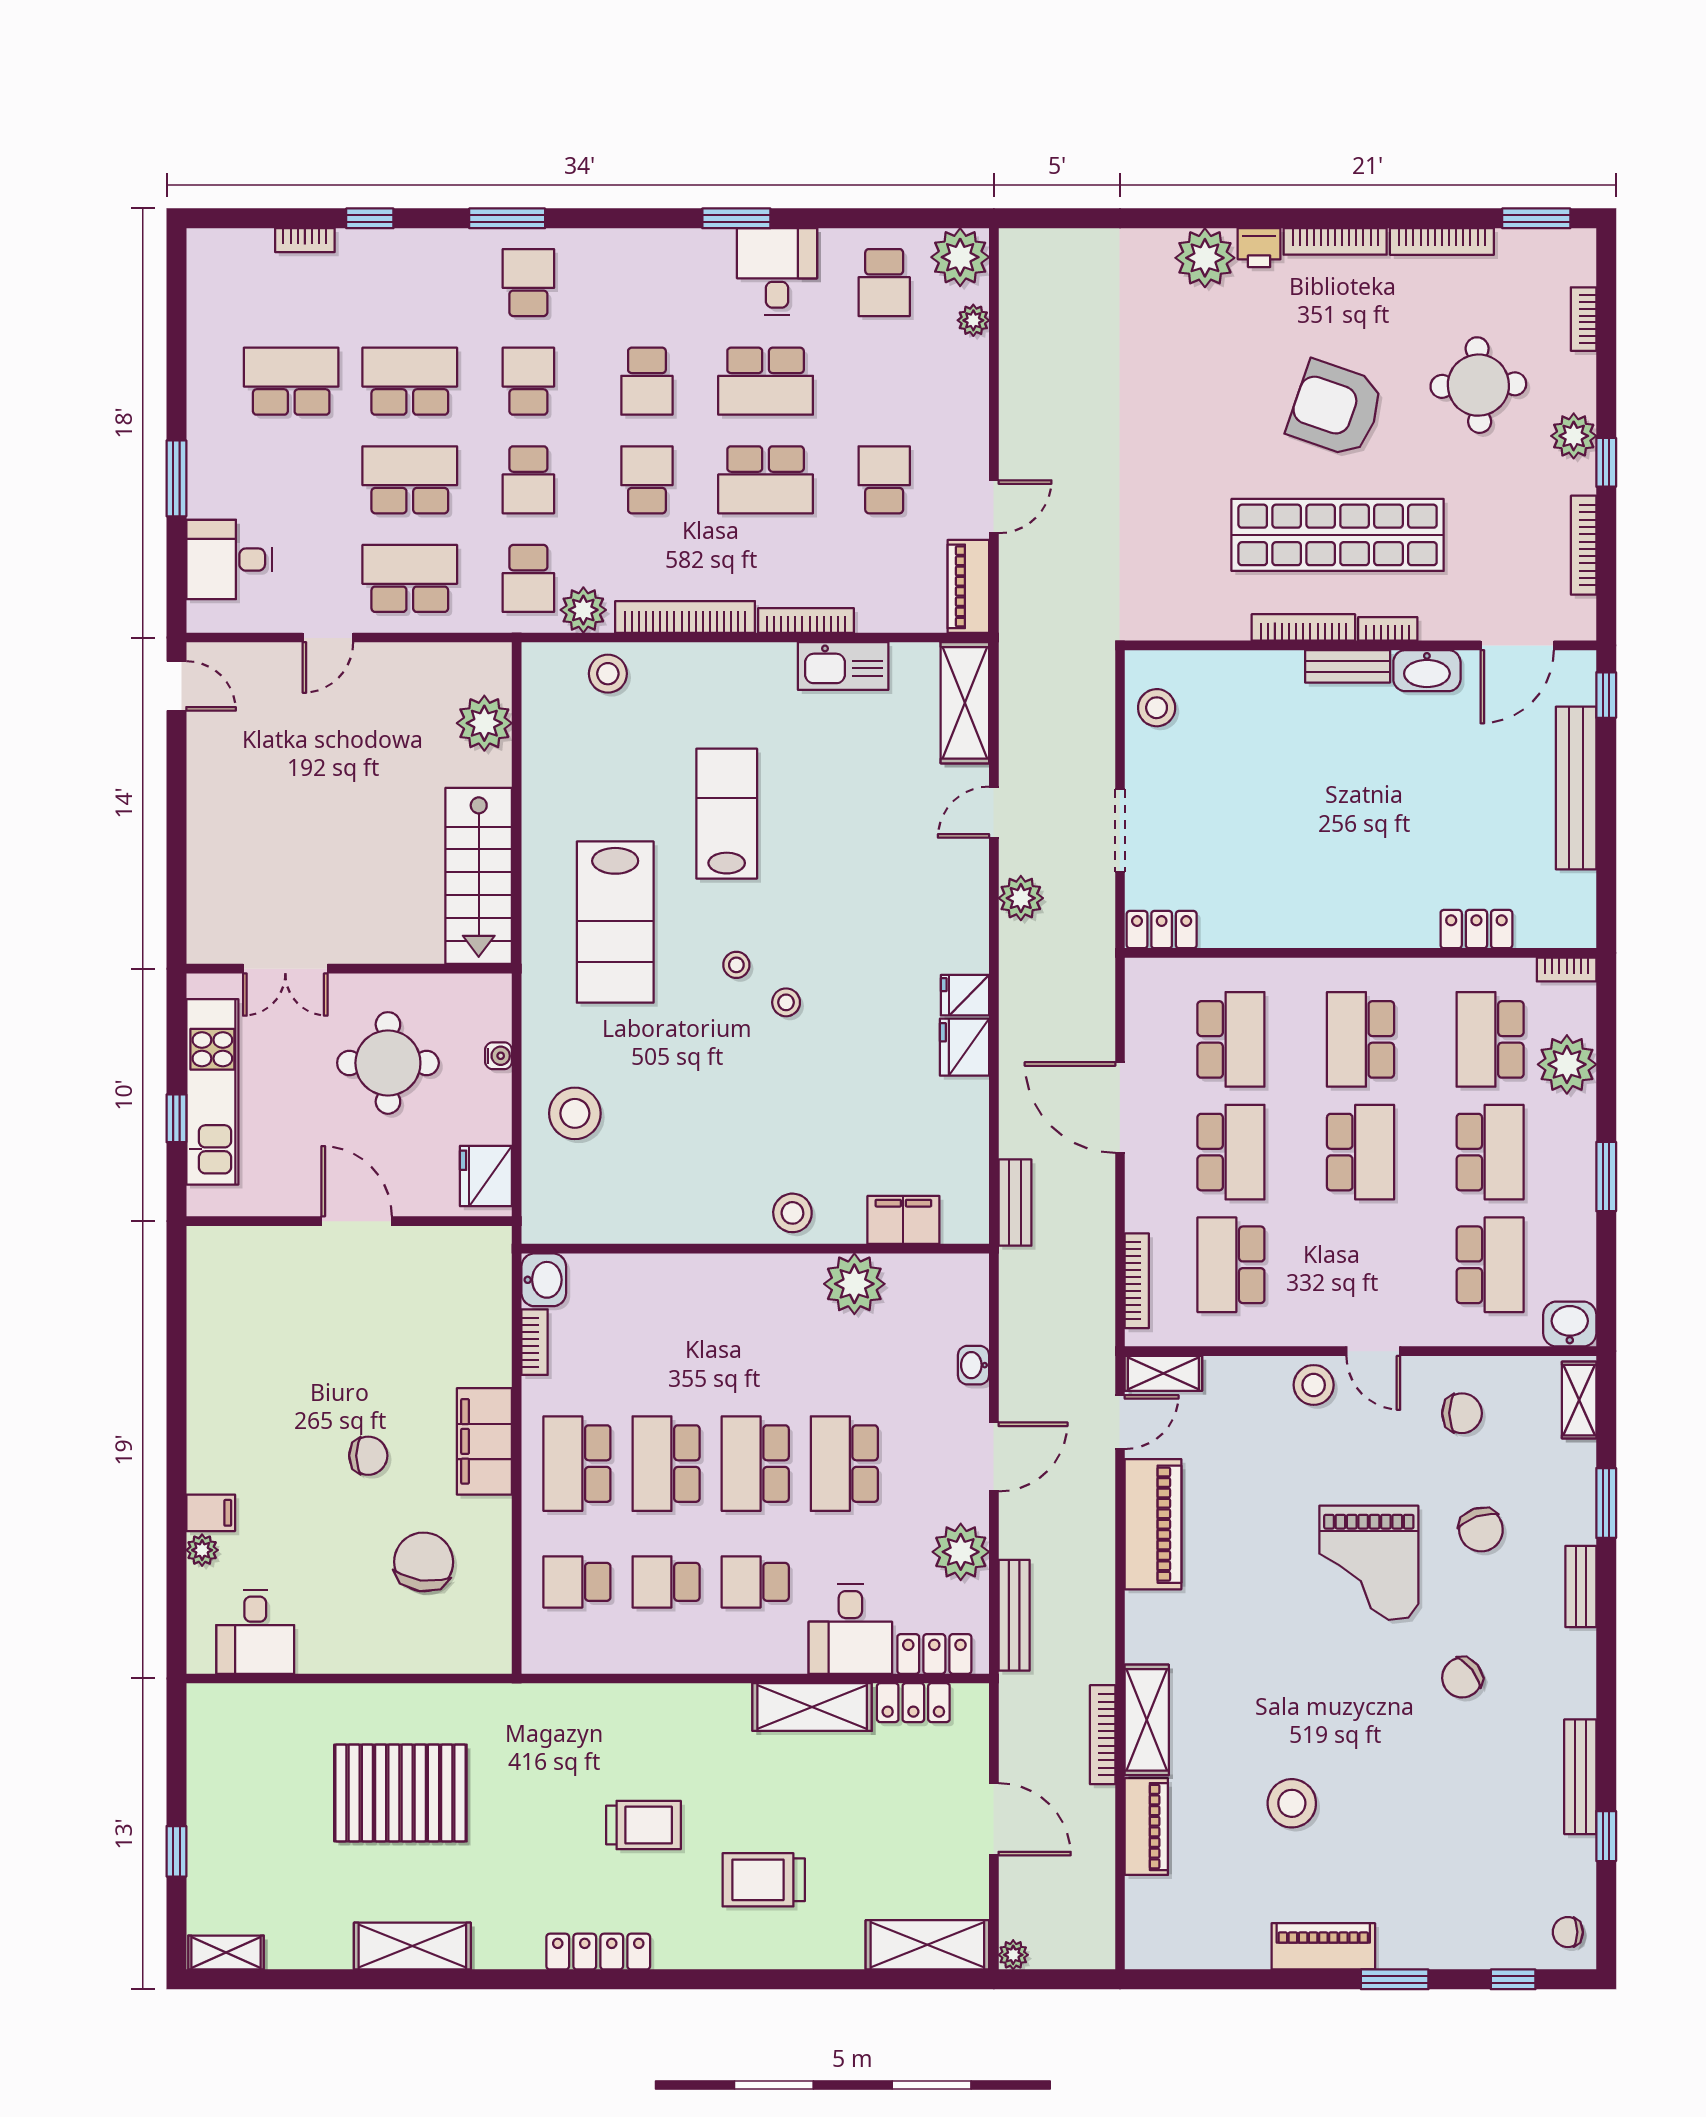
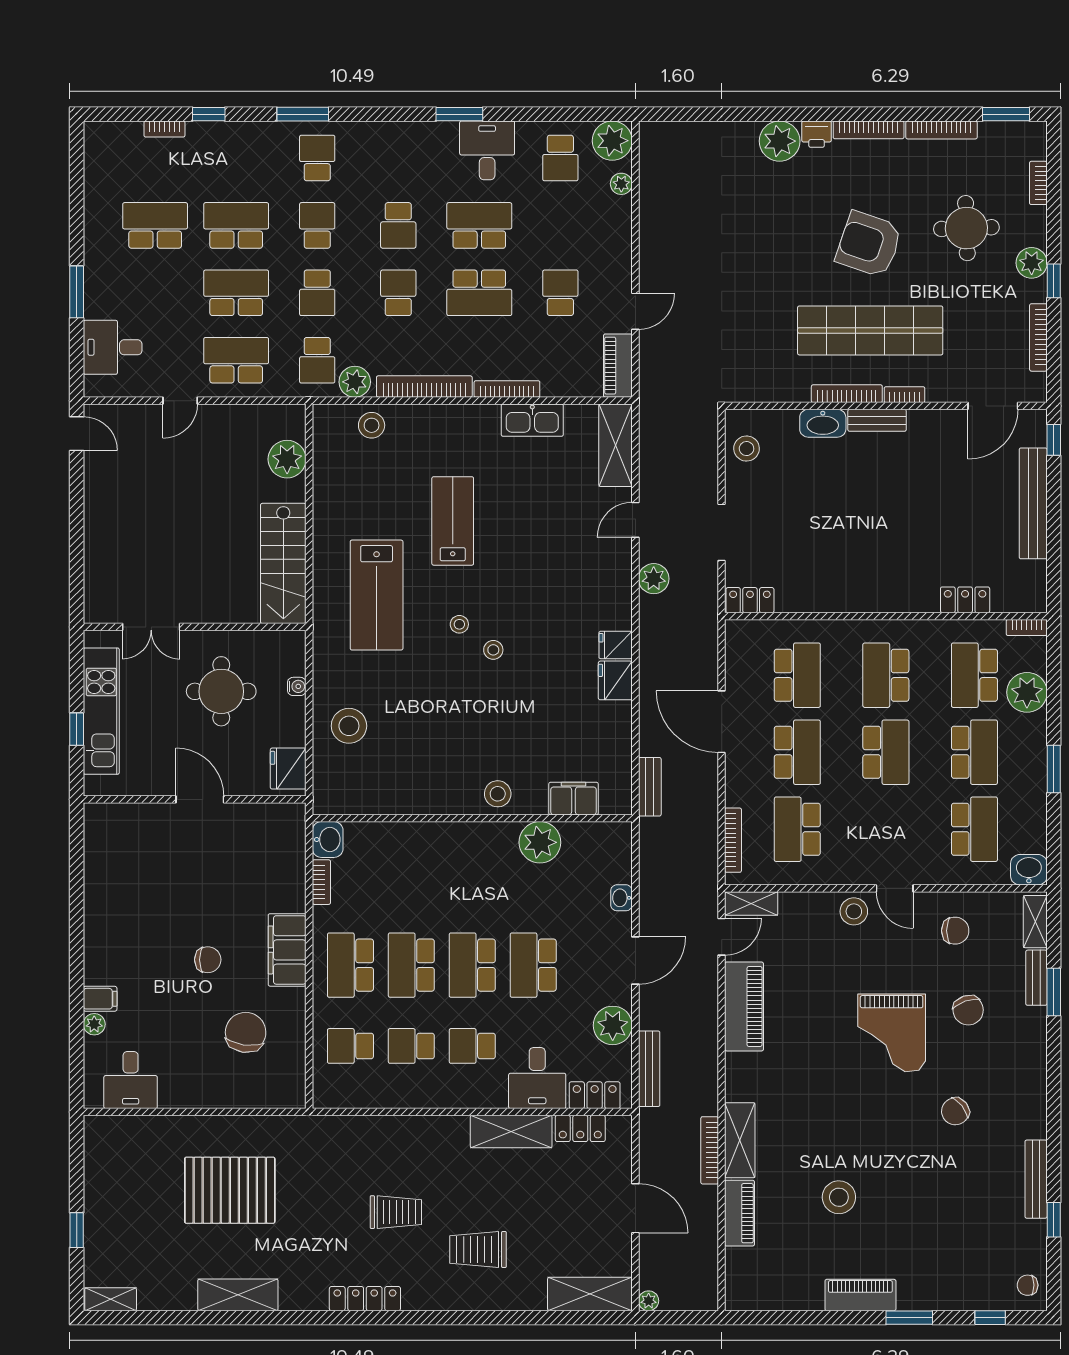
school desk: (766, 381) -> (479, 225), turned 180
washbasin: (1427, 671) -> (823, 423), moved
bench: (1581, 1586) -> (1036, 978), moved

